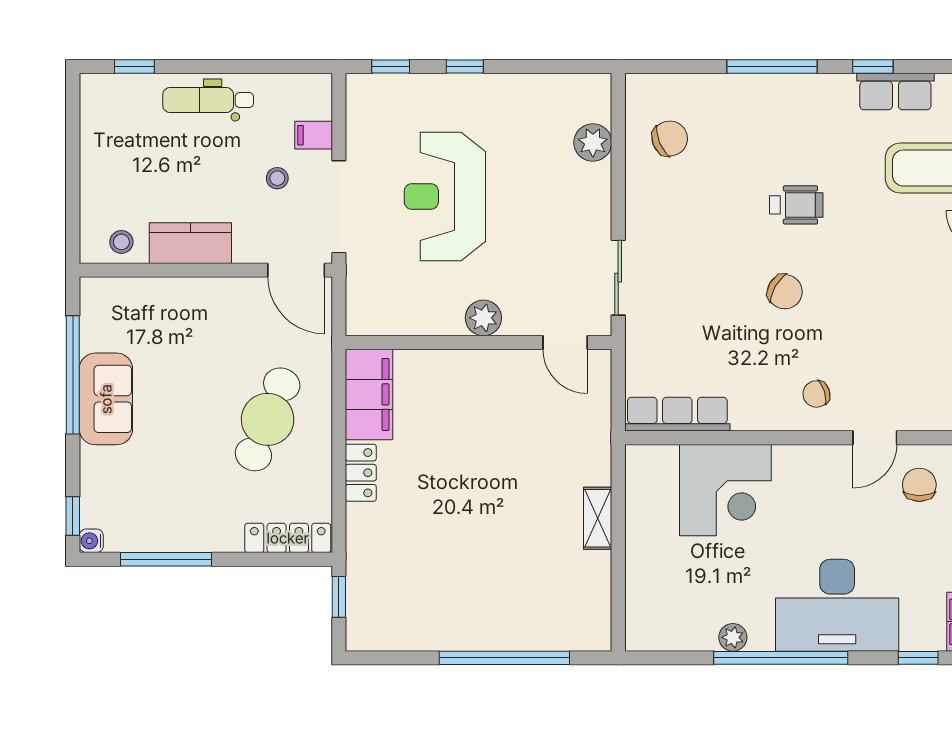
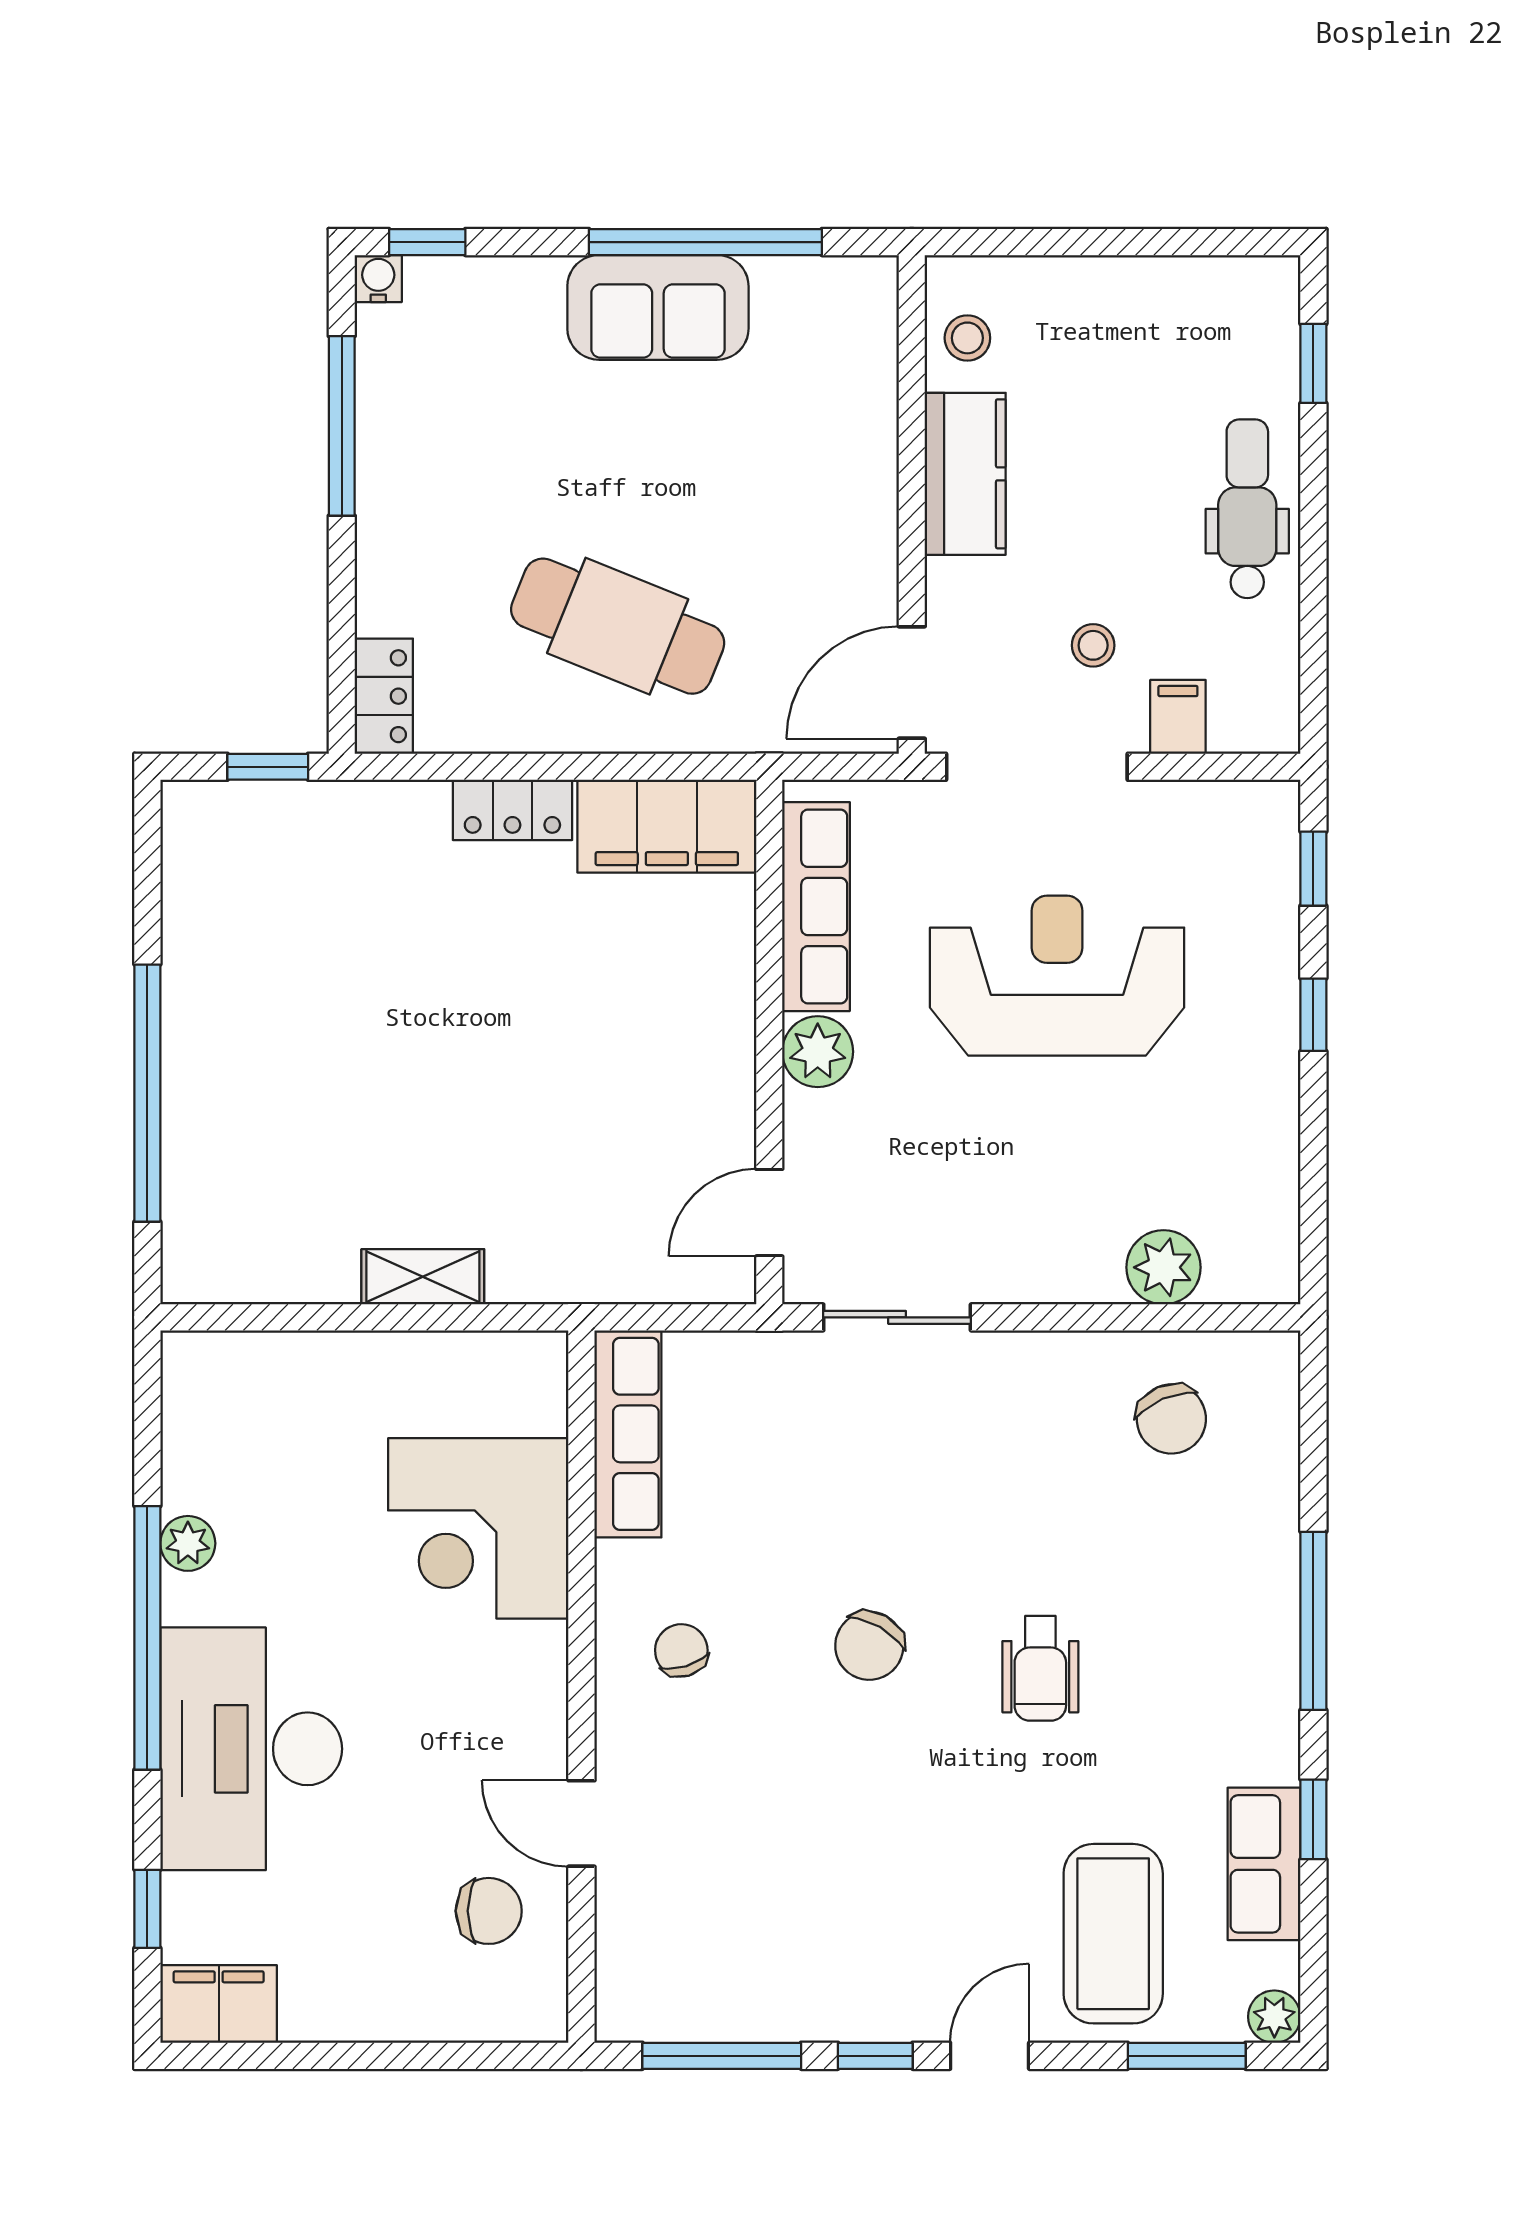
row of seats: (410, 319) -> (816, 907), added
chair: (816, 394) -> (681, 1650), moved
locker: (288, 538) -> (384, 696), width x0.66

